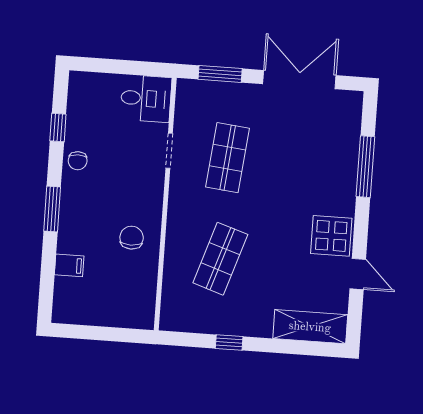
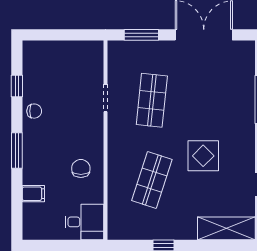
desk: (146, 98) -> (84, 222), moved
chair: (78, 161) -> (34, 111), turned -90
display table: (331, 236) -> (203, 156), moved

